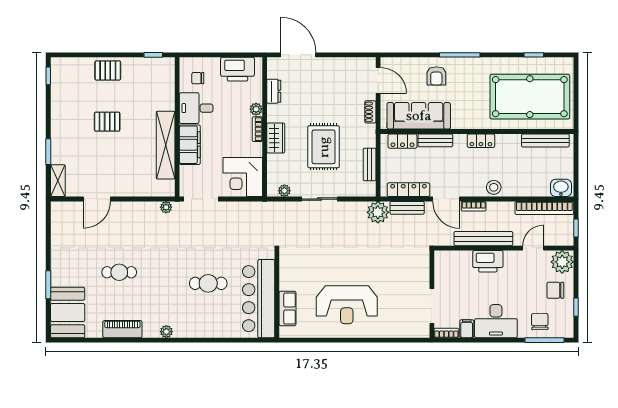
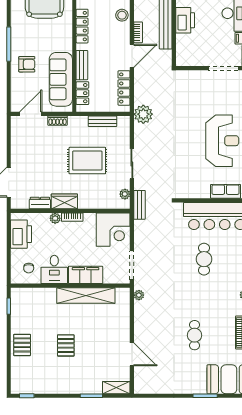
wardrobe: (276, 138) -> (64, 201), moved
locker: (481, 141) -> (82, 26), width x1.53
bench: (407, 208) -> (139, 205), moved

